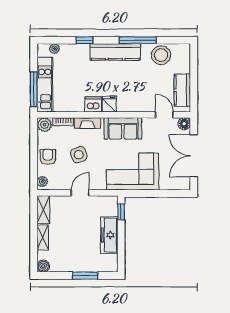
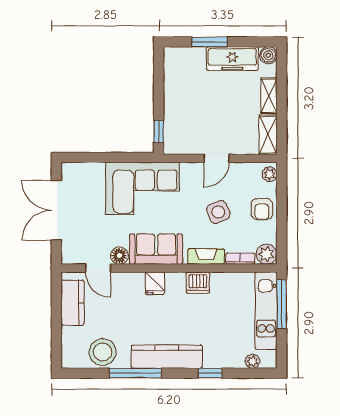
fridge: (109, 104) -> (155, 283), moved
floor lamp: (184, 124) -> (119, 256), moved
double door: (194, 156) -> (56, 210), swing flipped
freezer: (109, 235) -> (232, 59), moved, turned 90

